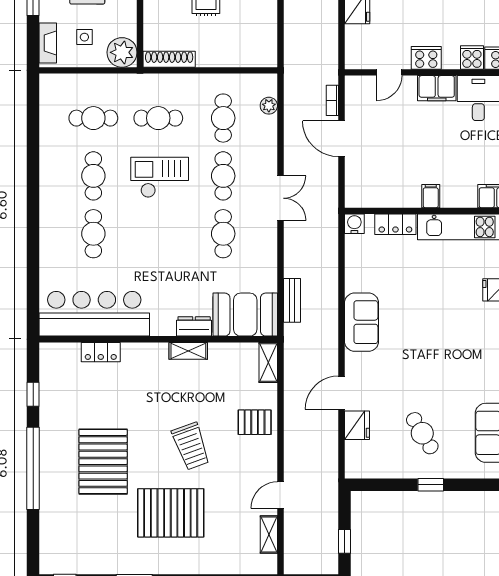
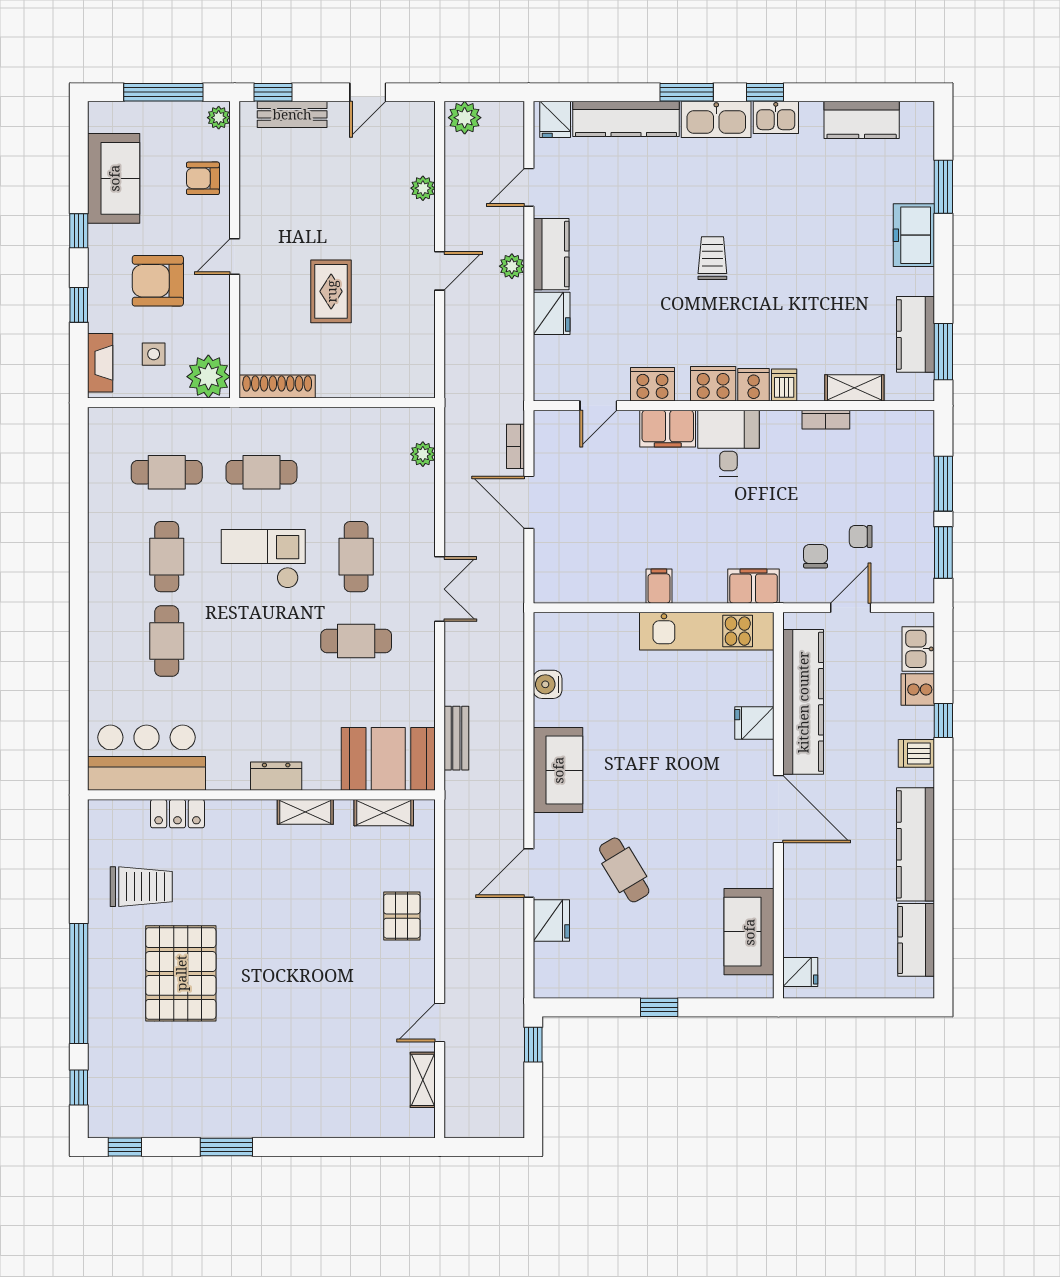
cooker: (472, 57) -> (713, 384), width x1.36
cafe table: (223, 118) -> (356, 472), removed
water cooler: (354, 224) -> (548, 684), moved, turned -90
locker: (395, 224) -> (607, 627), removed
cafe table: (223, 234) -> (356, 641), turned 90
bar counter: (94, 314) -> (147, 758), width x0.73
dresser: (194, 326) -> (276, 776), moved
shelving: (268, 362) -> (384, 813), moved, turned 90
window: (33, 394) -> (79, 1087), moved
pallet: (255, 422) -> (402, 916), turned 90
cafe table: (422, 433) -> (624, 870), moved
trolley: (191, 446) -> (141, 887), moved, turned -70
pallet: (171, 513) -> (280, 1048), removed
window: (345, 541) -> (533, 1045), moved

